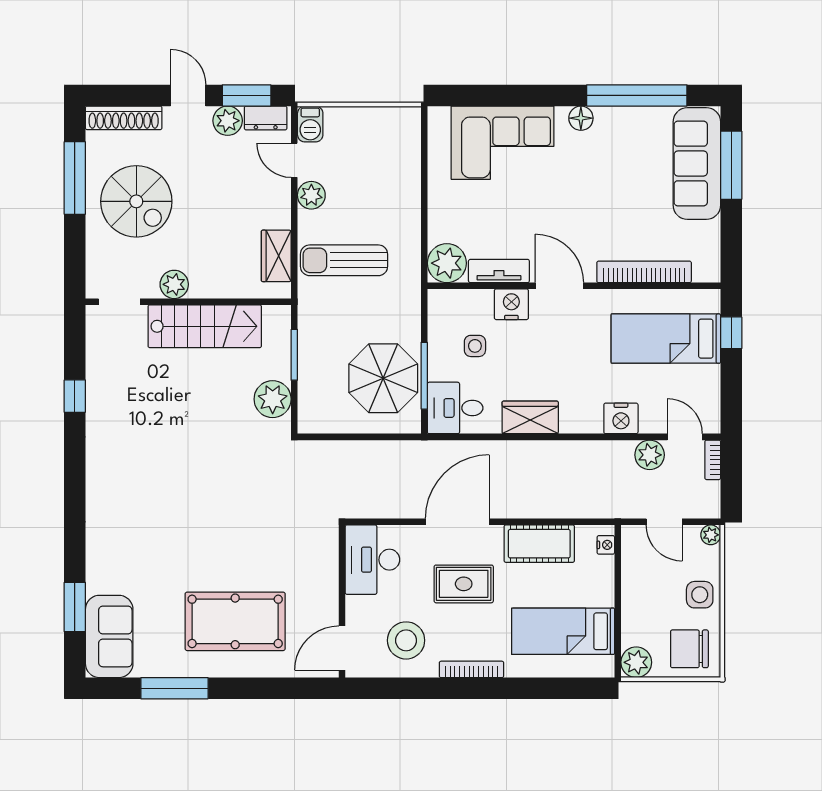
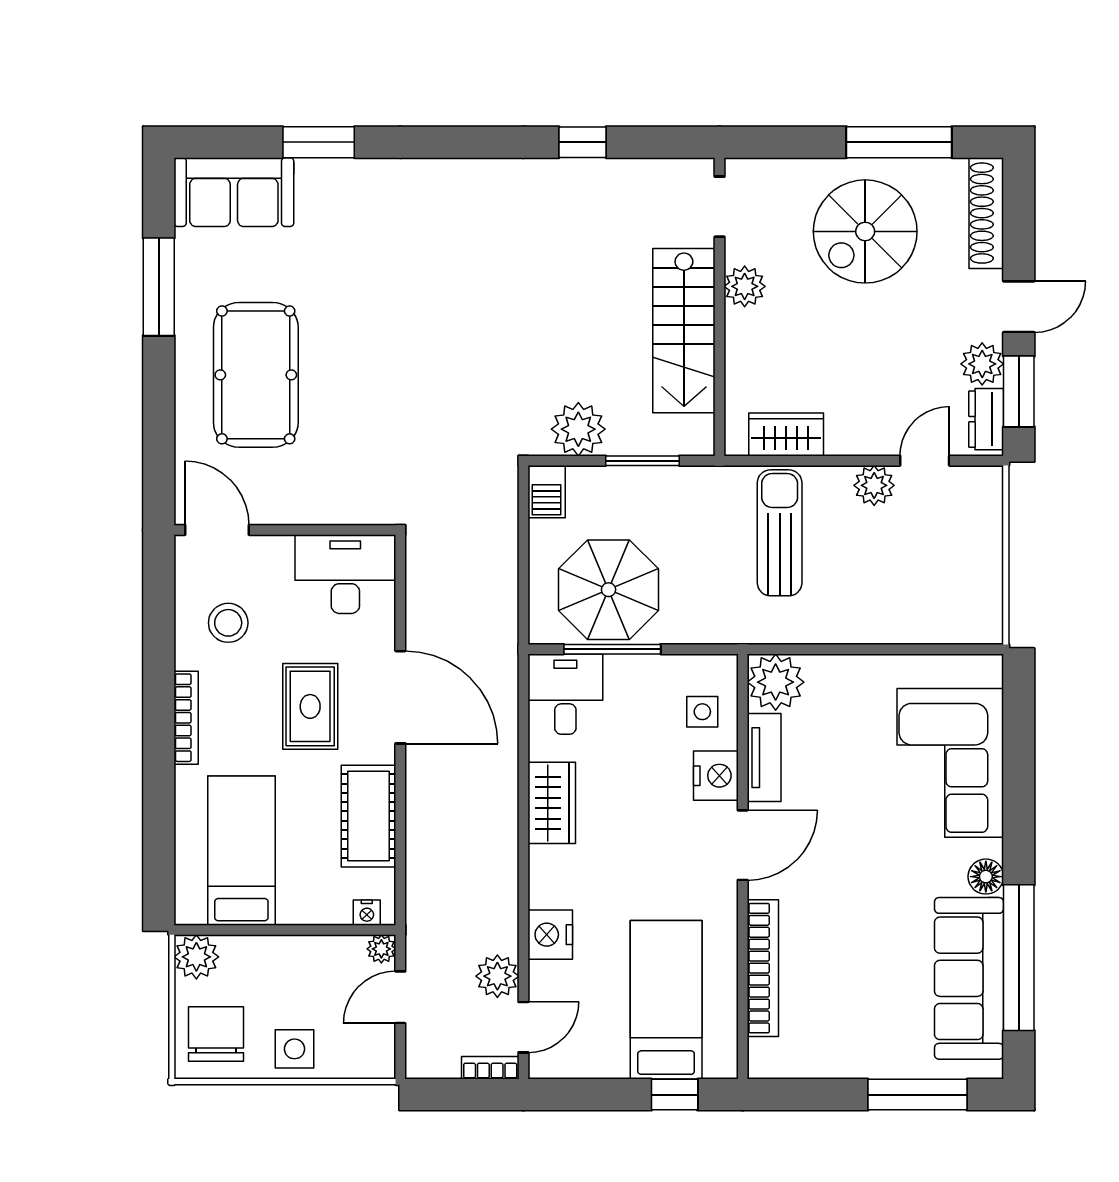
barbecue: (310, 124) -> (547, 492), moved, turned -90
sofa: (697, 164) -> (969, 978), moved, turned -90
side table: (475, 346) -> (702, 712), moved
plant: (711, 535) -> (381, 949), moved
window: (75, 607) -> (319, 142), moved
stool: (406, 640) -> (228, 623), width x0.73, depth x0.73

